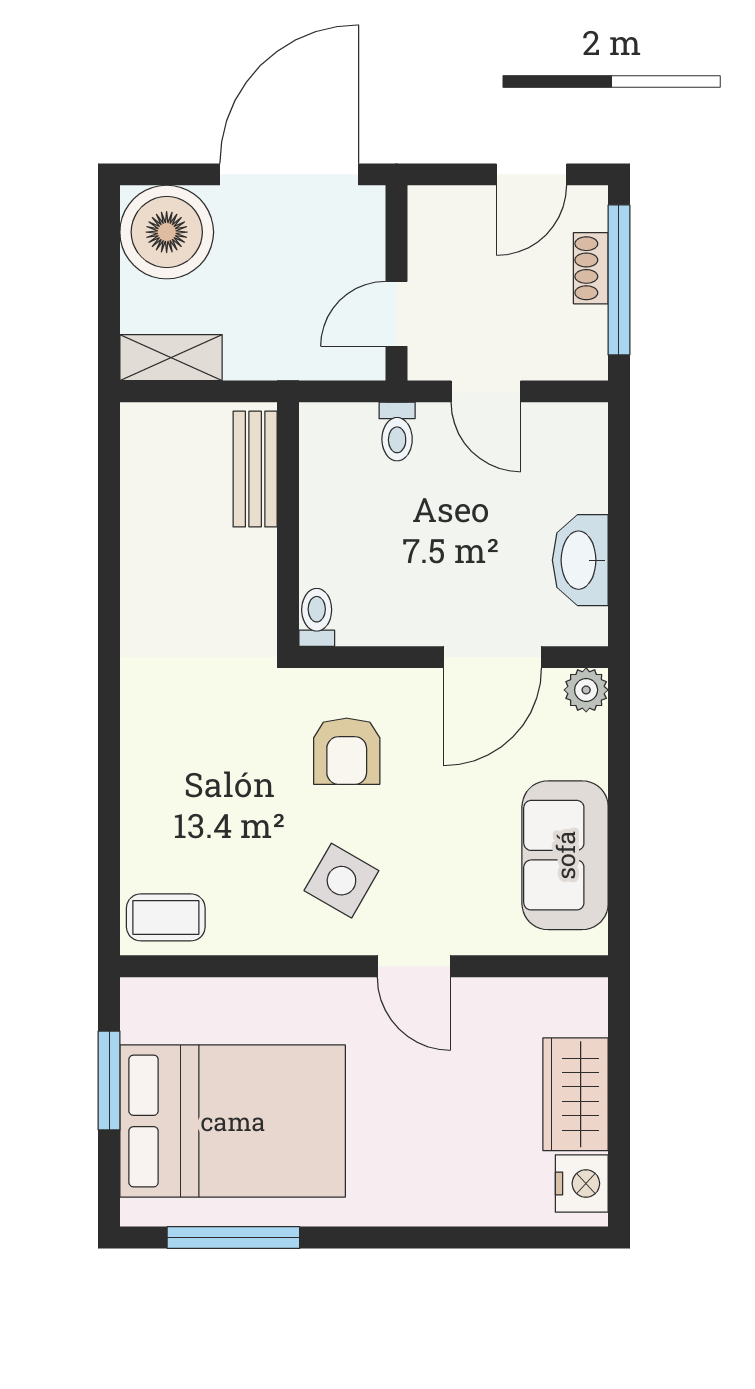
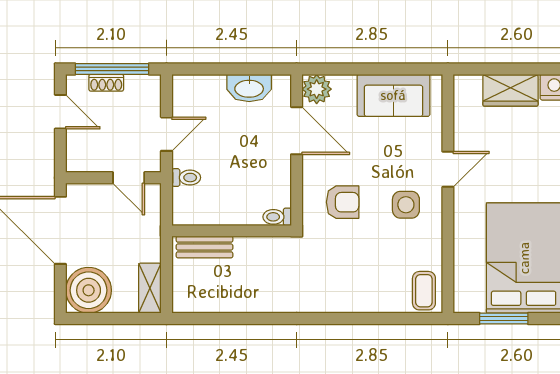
plant: (586, 690) -> (317, 89), width x1.38, depth x1.38
side table: (341, 881) -> (406, 205), turned -30

